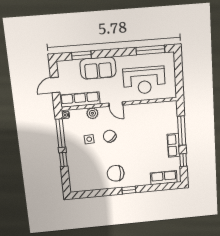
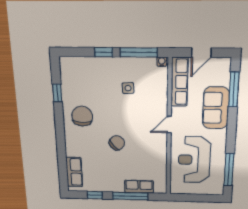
window: (81, 55) -> (234, 90), width x1.44
door: (55, 85) -> (201, 53), swing flipped
plant: (92, 113) -> (161, 95), removed
chair: (110, 136) -> (117, 143), moved
row of seats: (174, 145) -> (139, 187), moved
window: (129, 190) -> (57, 93), moved

